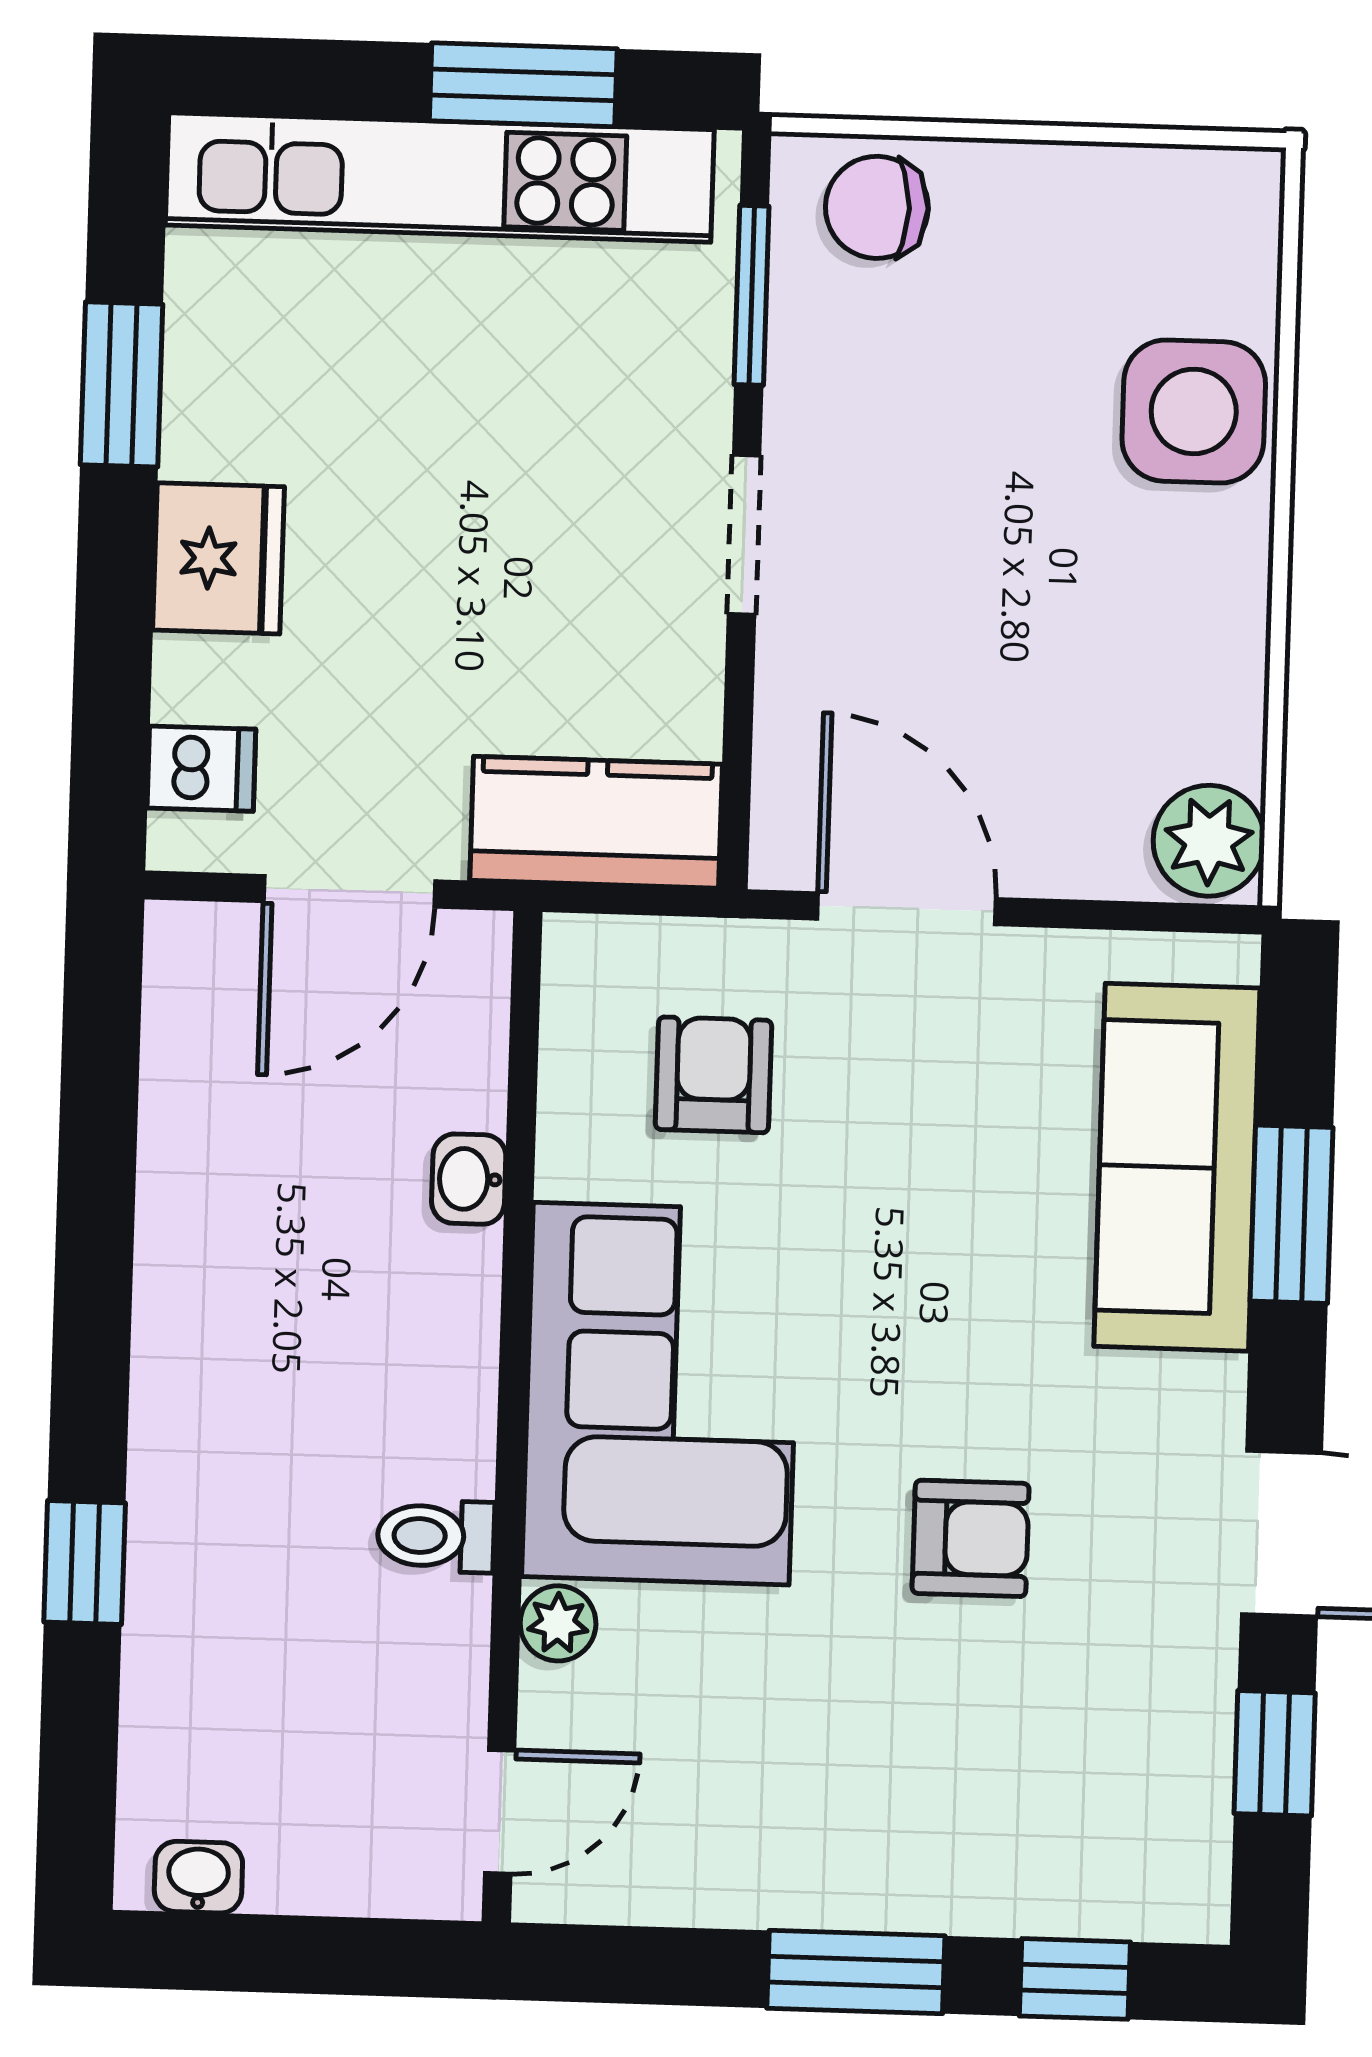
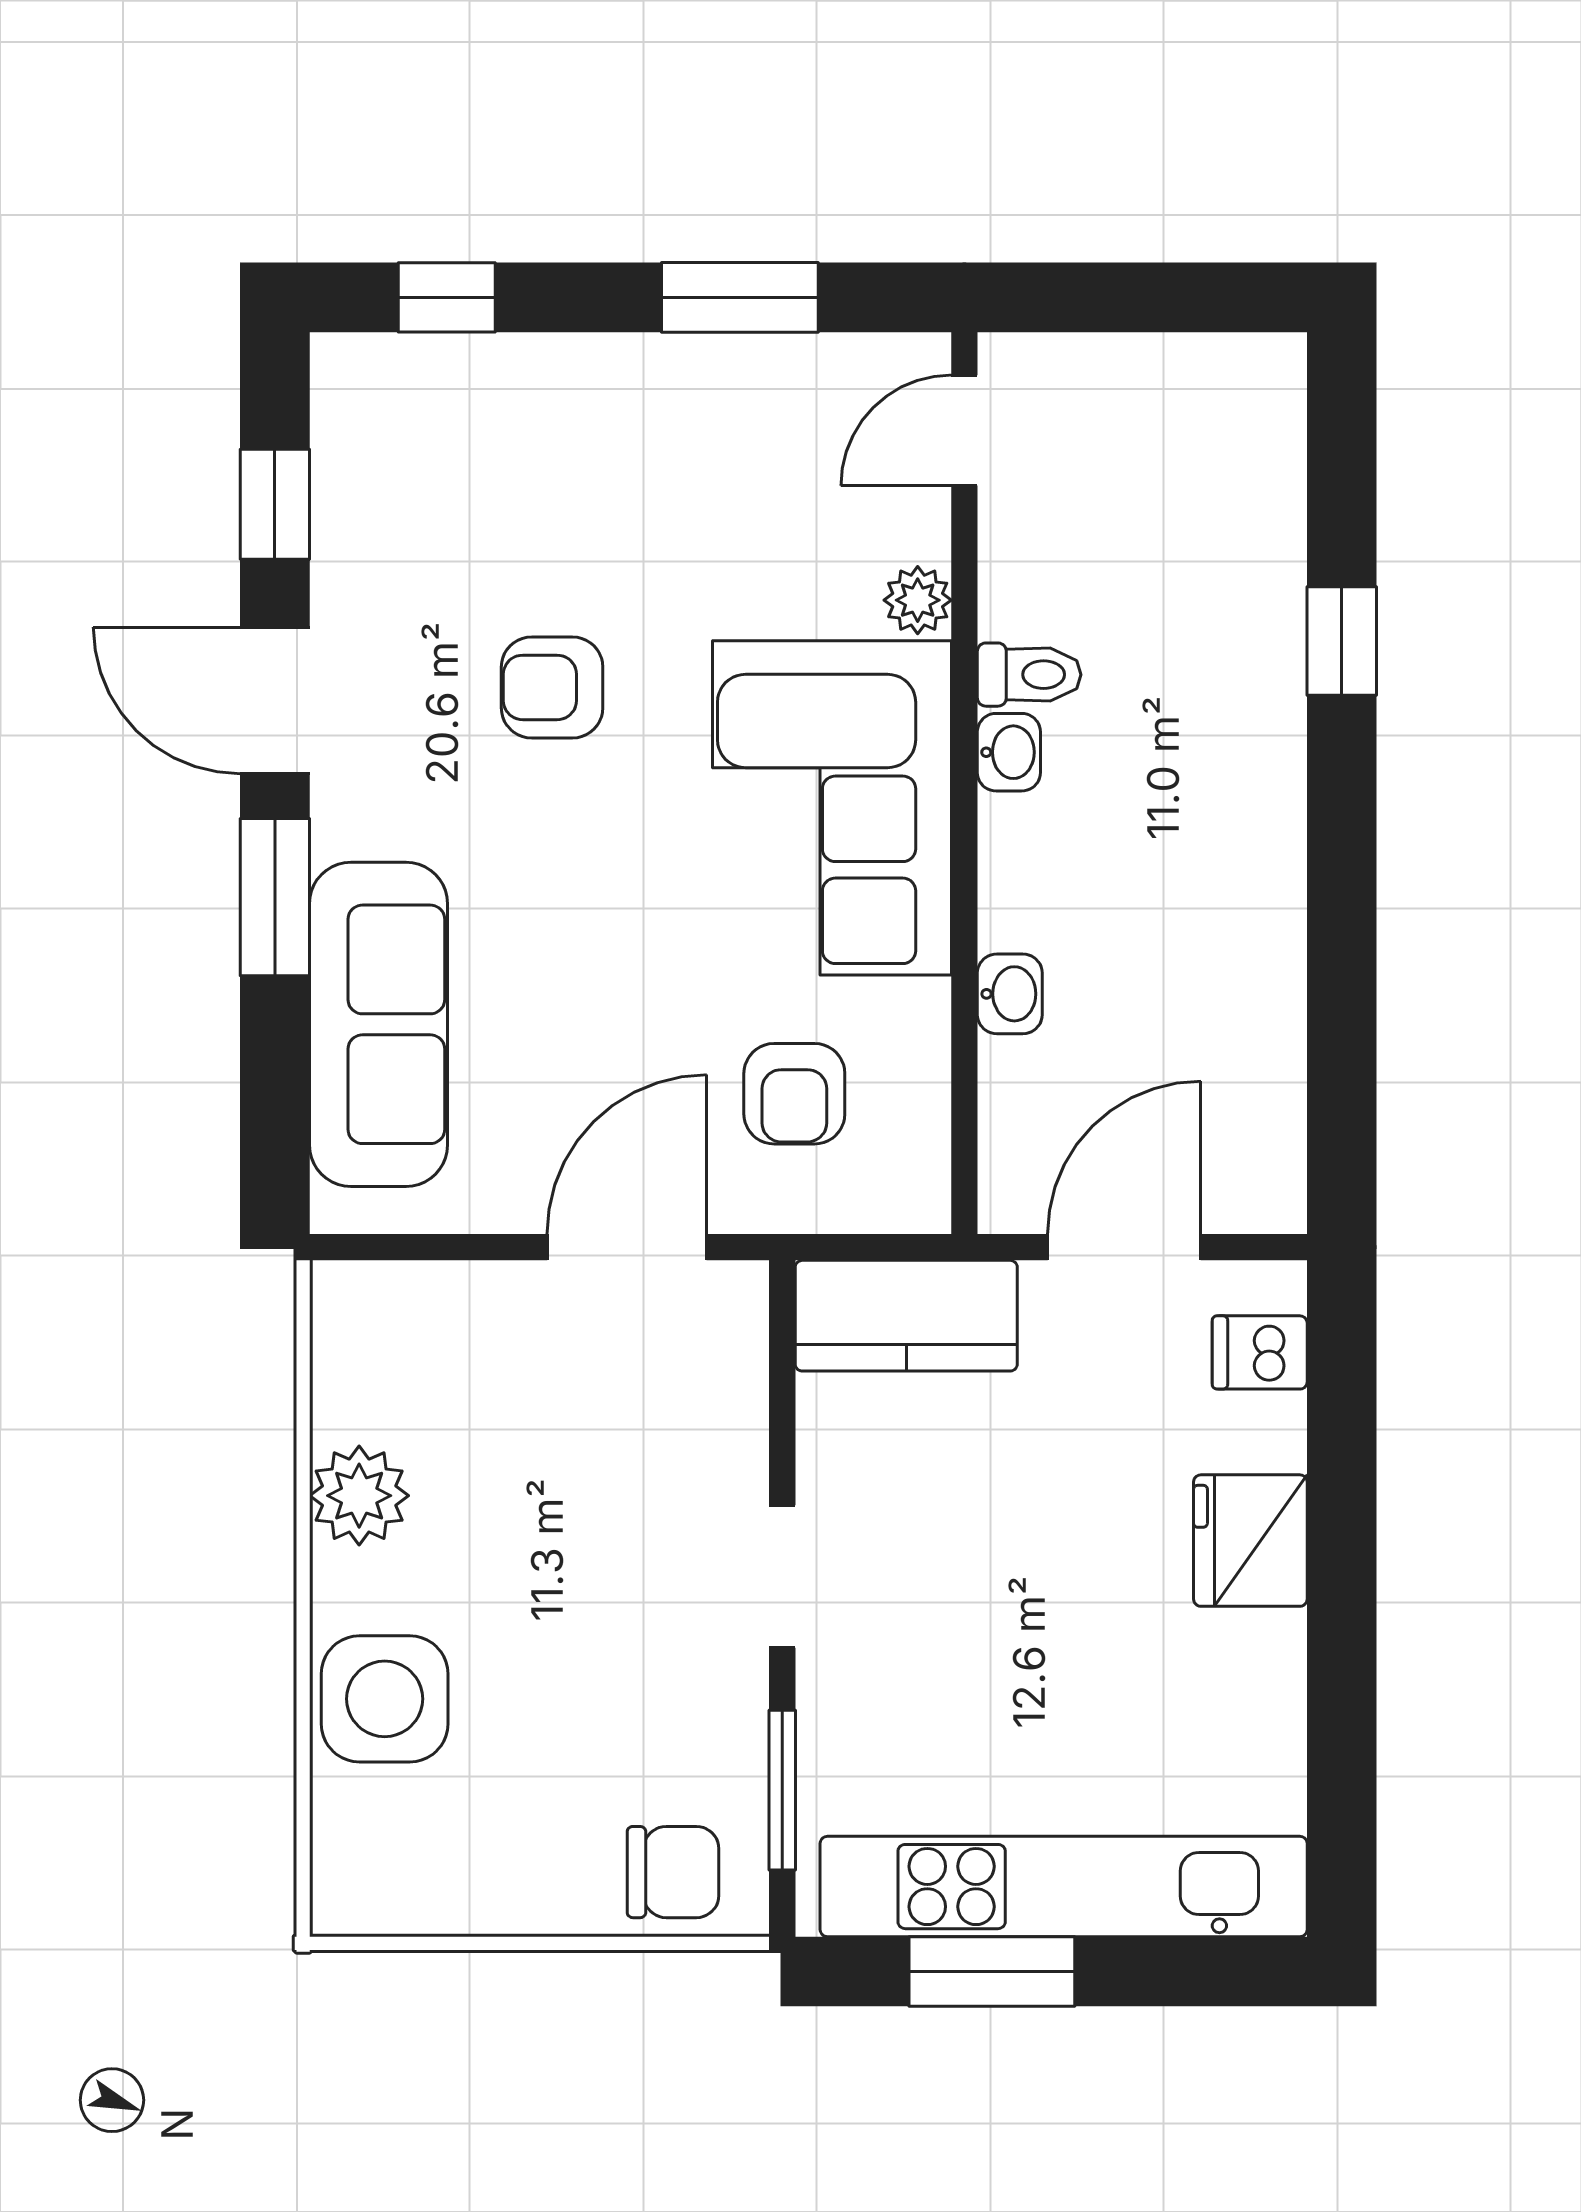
window: (122, 384) -> (1342, 1693), removed
plant: (1209, 841) -> (359, 1496), moved
door: (907, 909) -> (627, 1247), swing flipped
window: (1292, 1214) -> (275, 897), moved
washbasin: (198, 1877) -> (1009, 752), moved, turned -90
window: (856, 1972) -> (740, 297), moved

